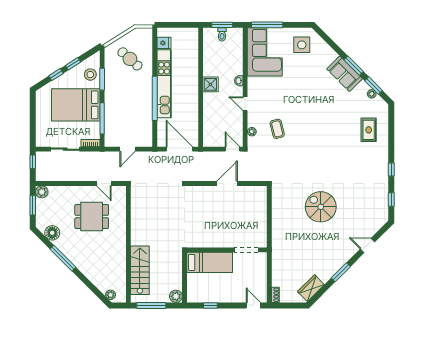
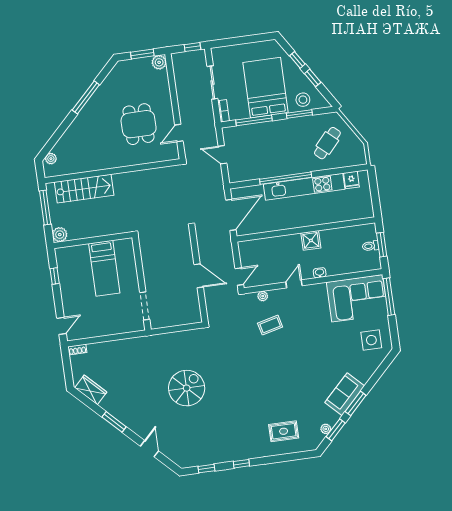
floor lamp: (52, 233) -> (113, 81), removed
wall: (227, 250) -> (142, 283), moved
doorway: (246, 250) -> (145, 306), moved

